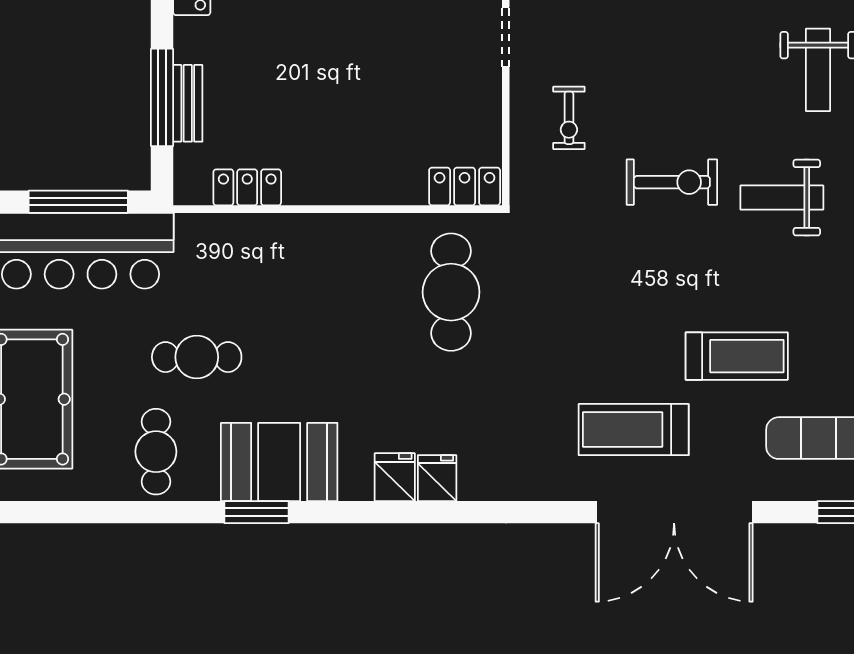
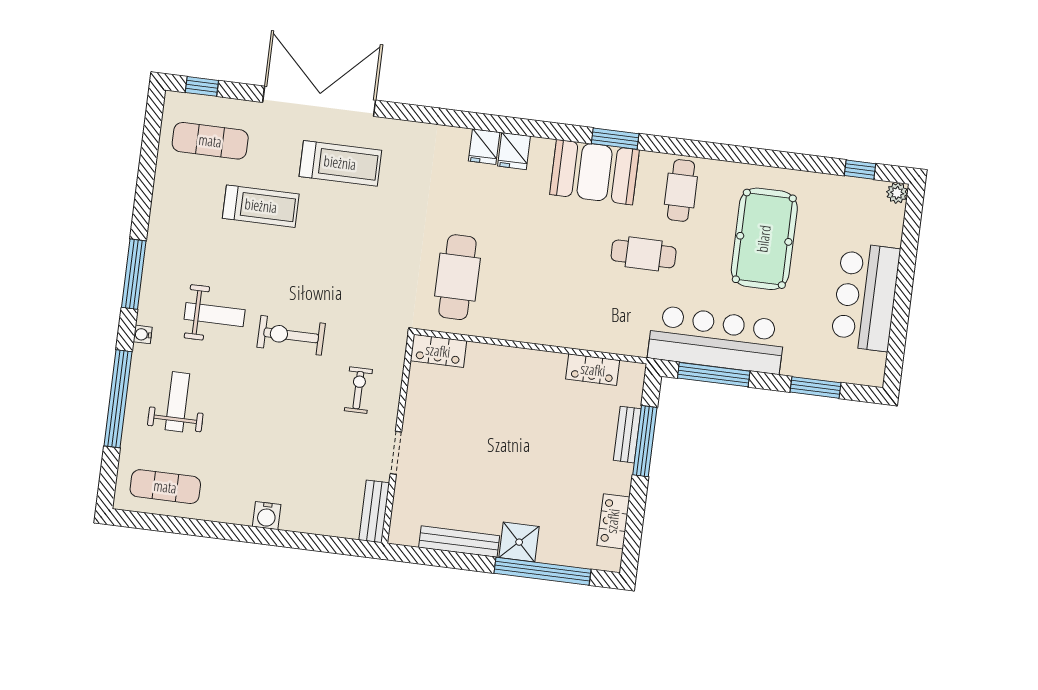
treadmill: (737, 356) -> (261, 206), turned 180

